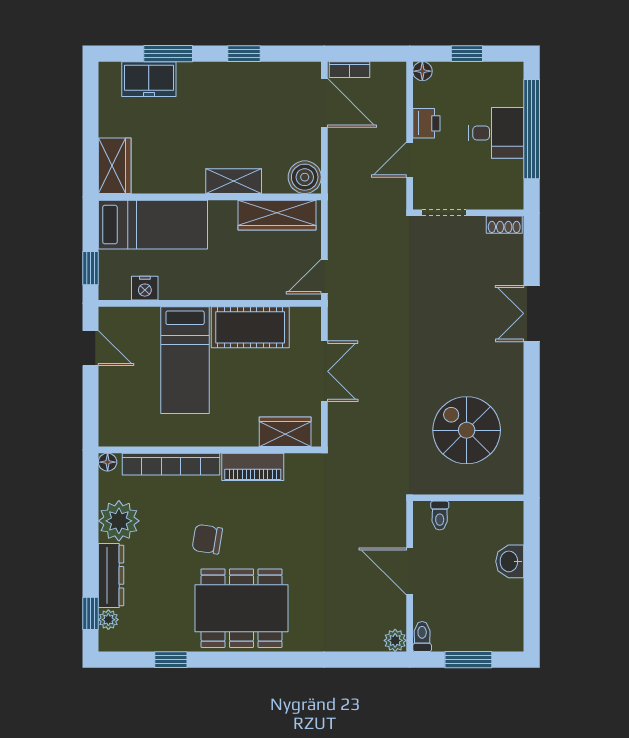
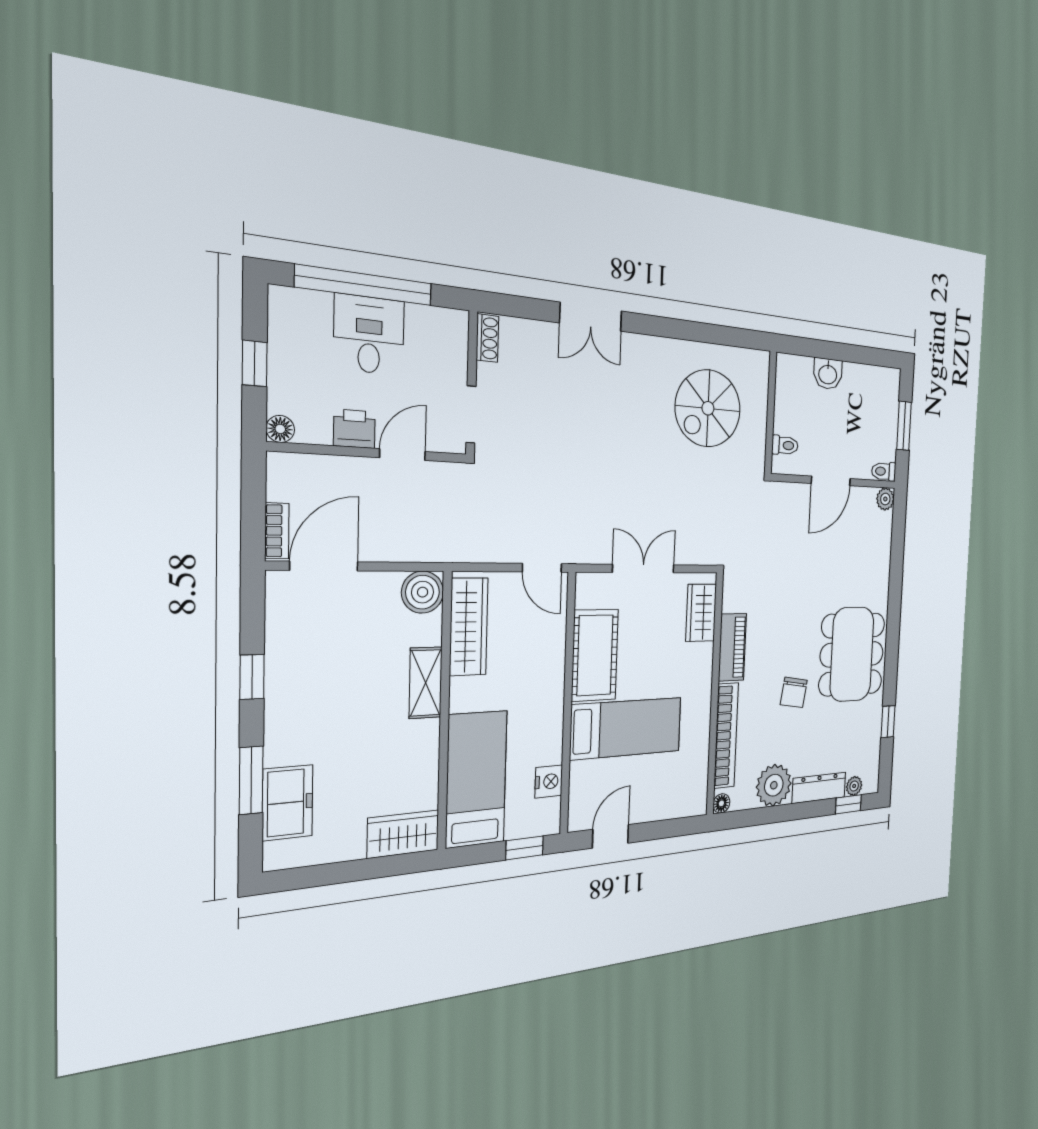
door: (410, 160) -> (403, 455), swing flipped

